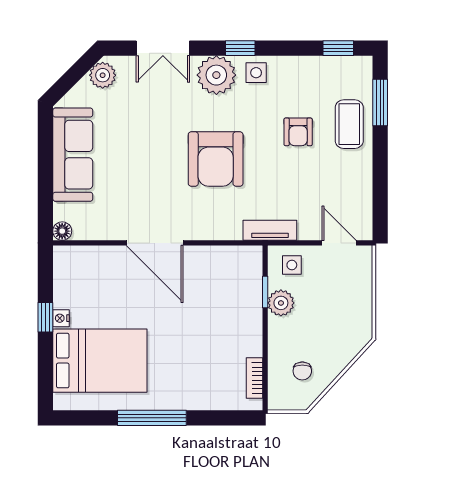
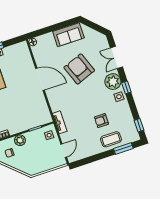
plant: (103, 75) -> (98, 38), removed
sofa: (73, 155) -> (68, 35), width x0.73
armchair: (216, 159) -> (79, 69), moved, turned 69
door: (155, 243) -> (40, 79), swing flipped
plant: (281, 303) -> (20, 140), moved

